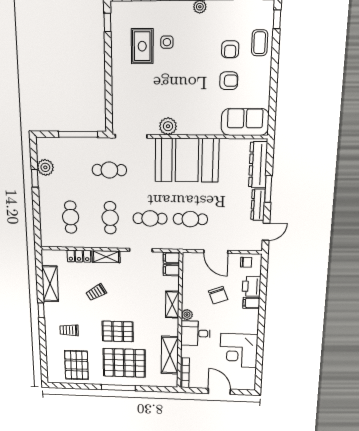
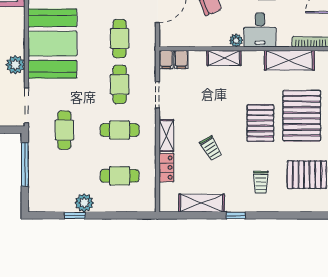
plant: (45, 167) -> (84, 203), moved

